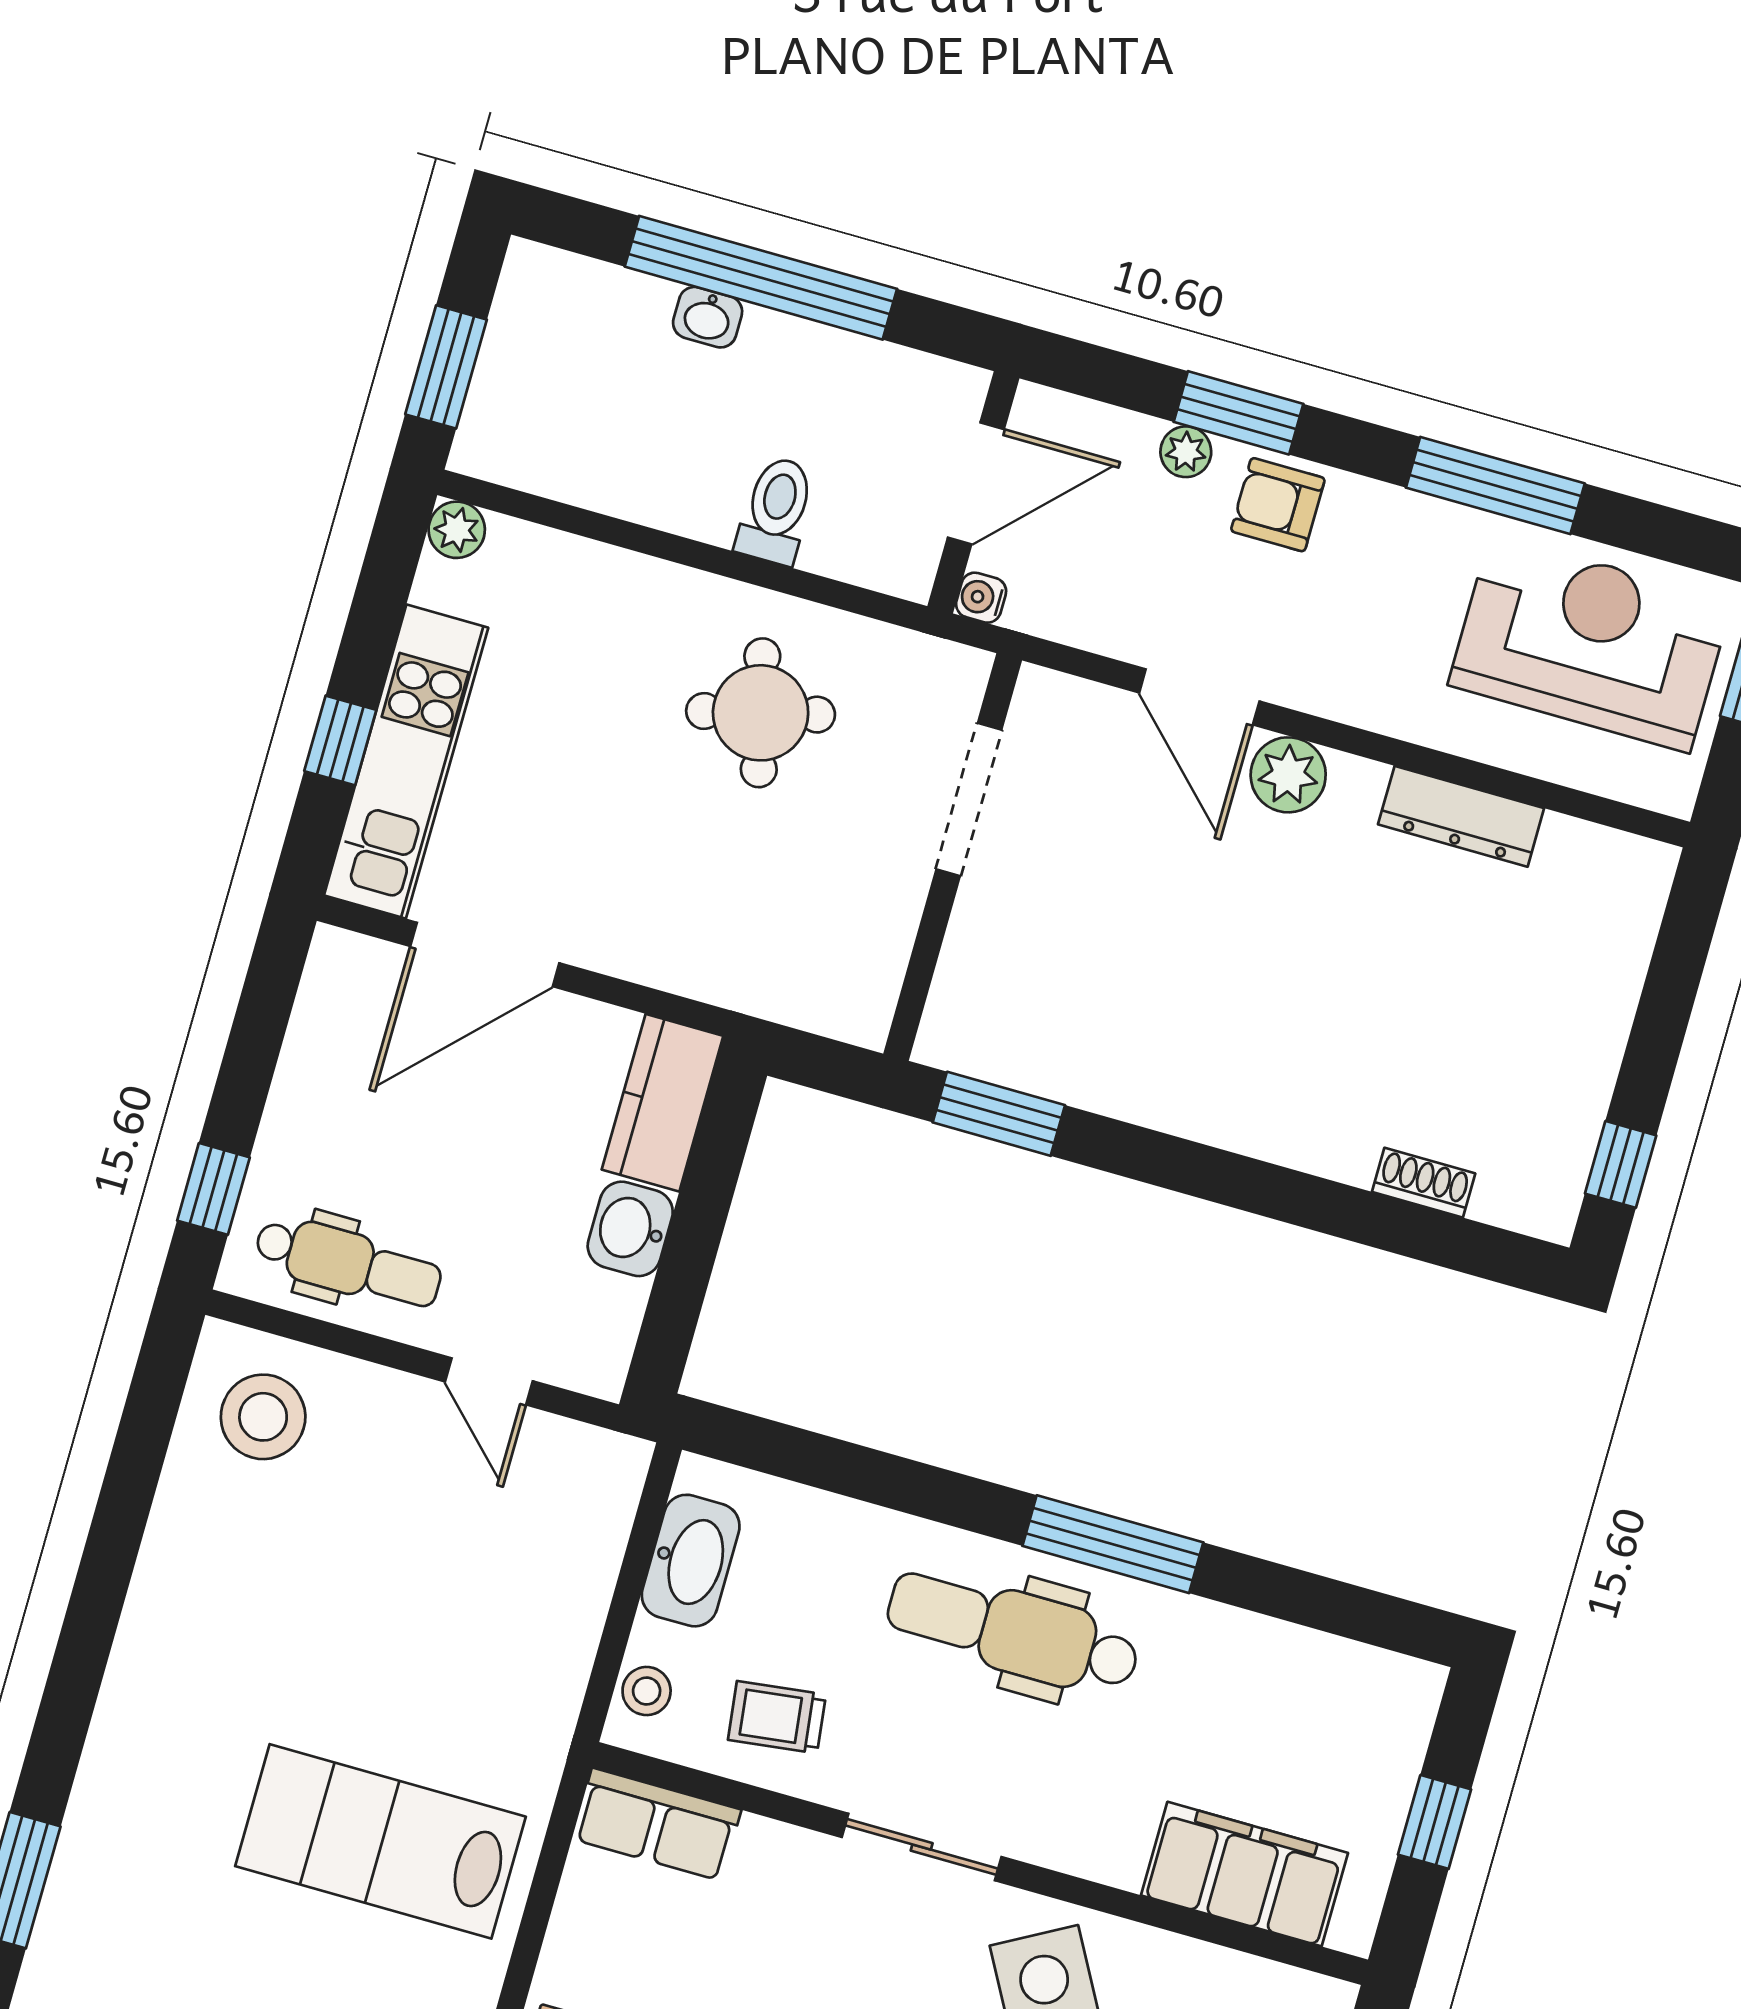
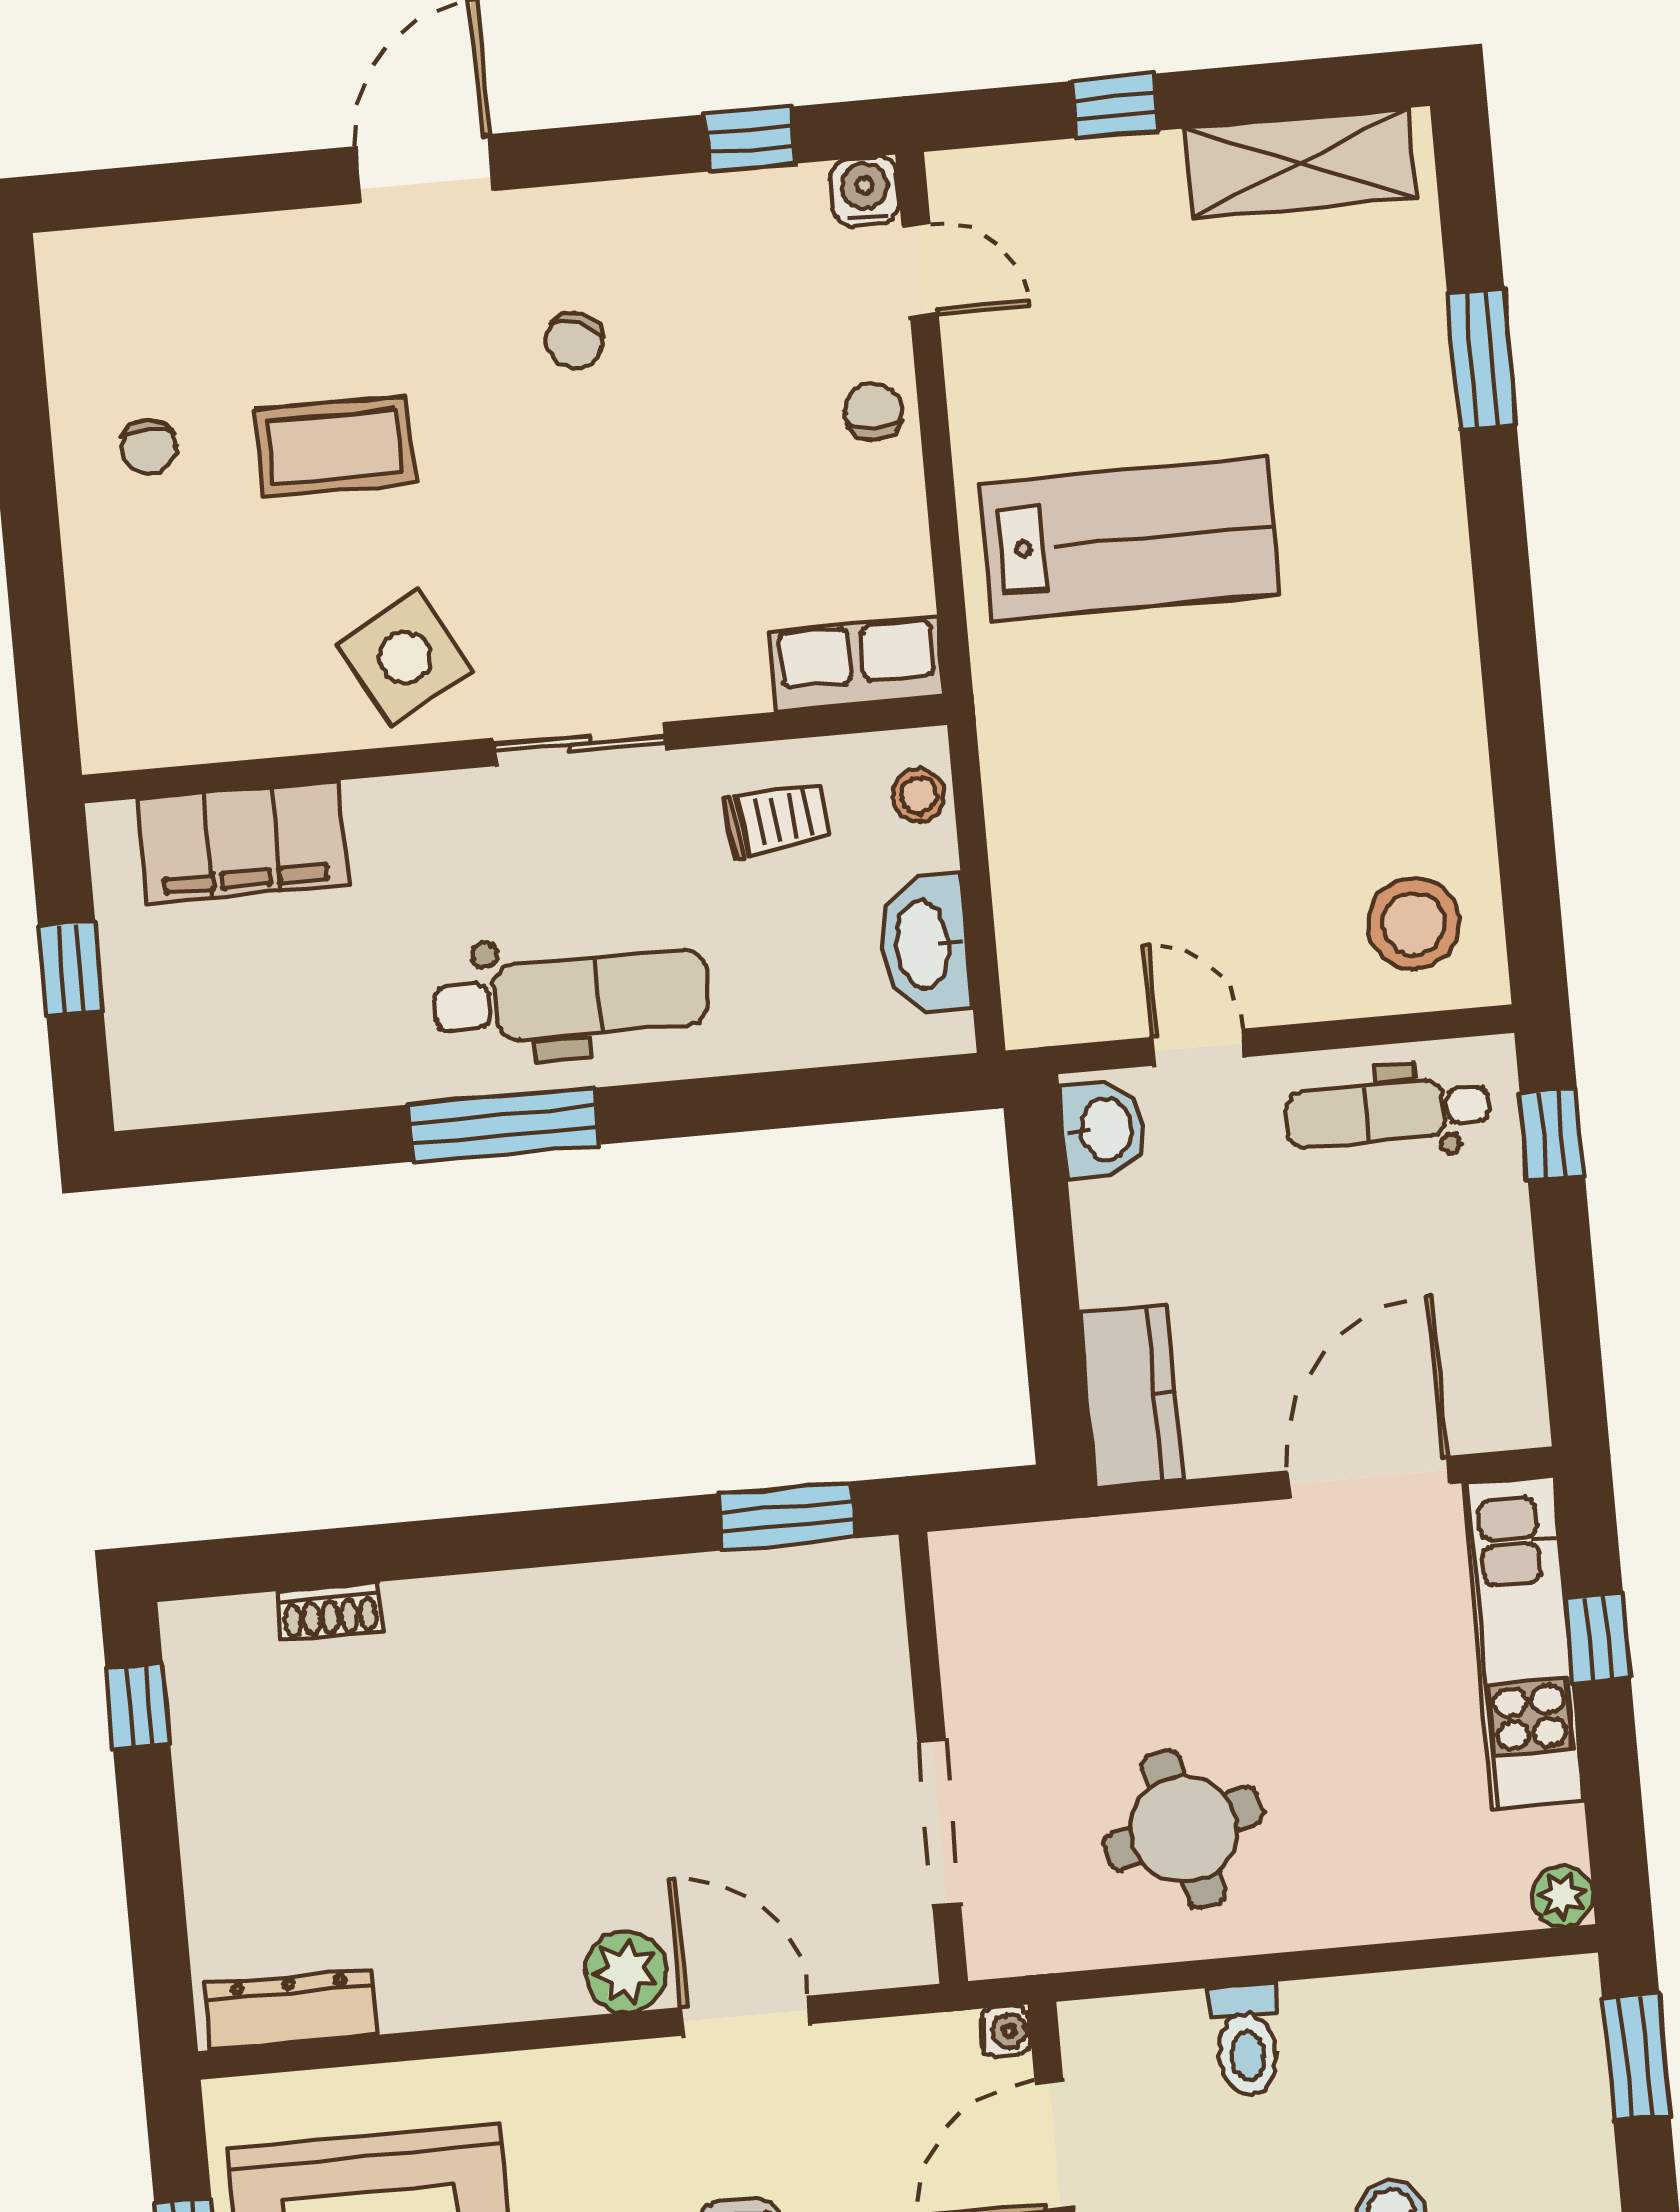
dresser: (1461, 816) -> (291, 2010), moved
washbasin: (630, 1229) -> (1103, 1129), moved

